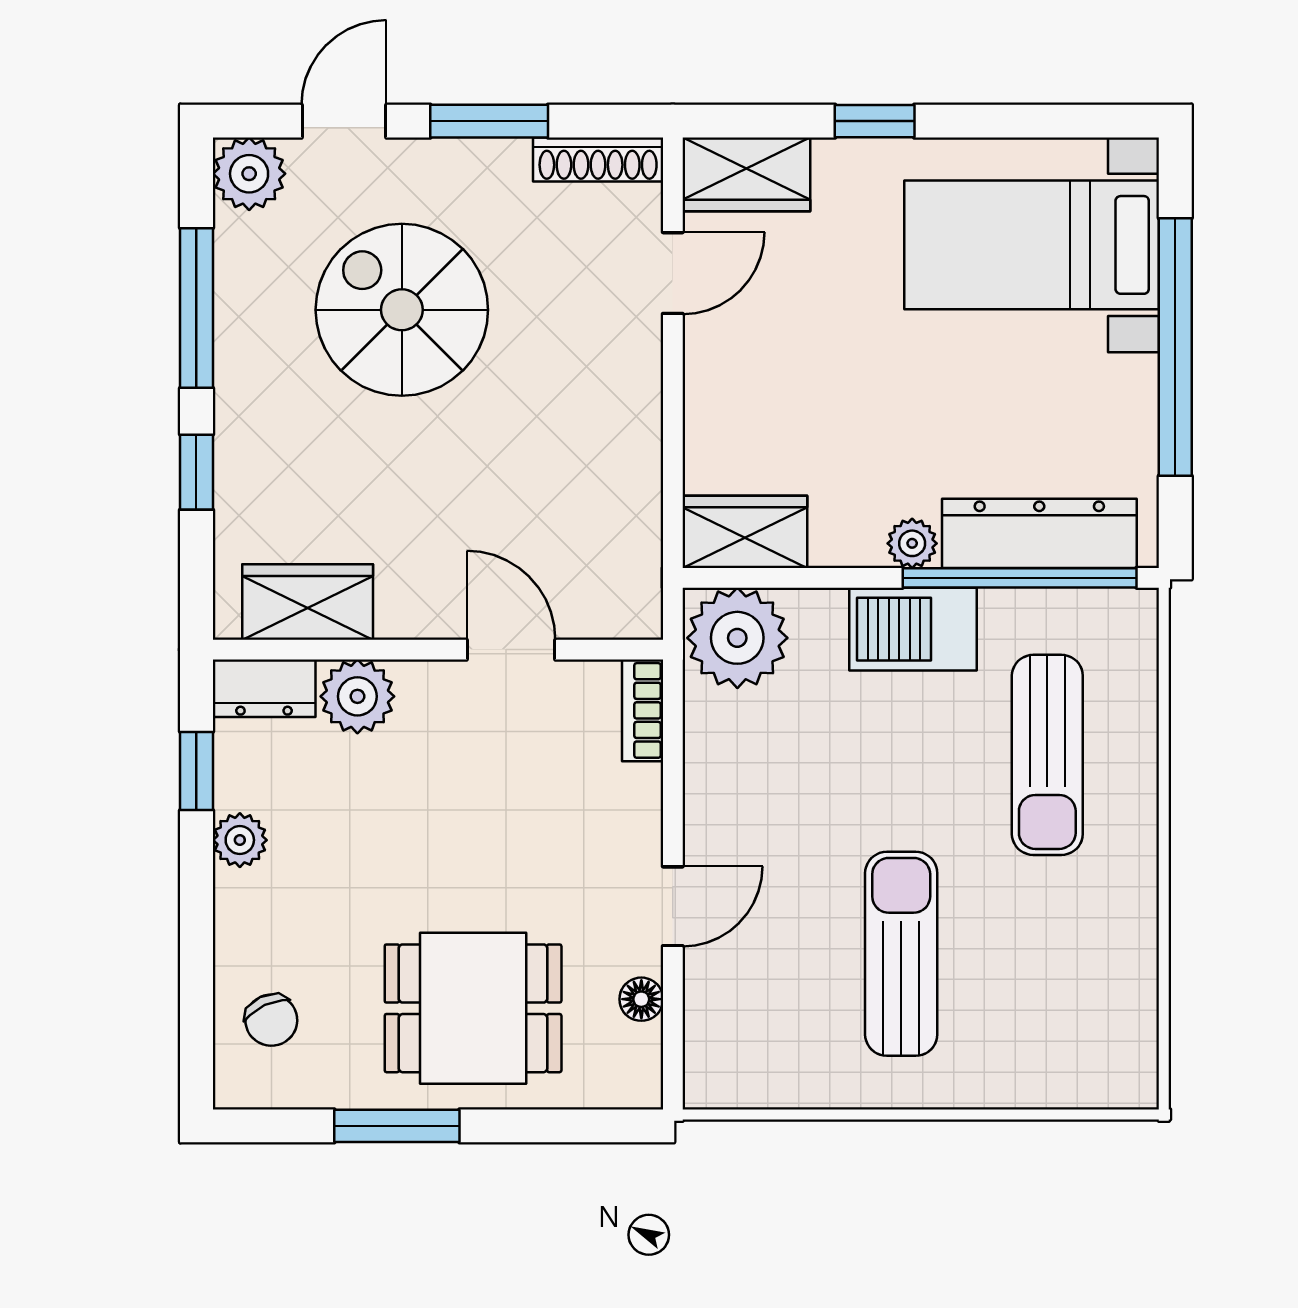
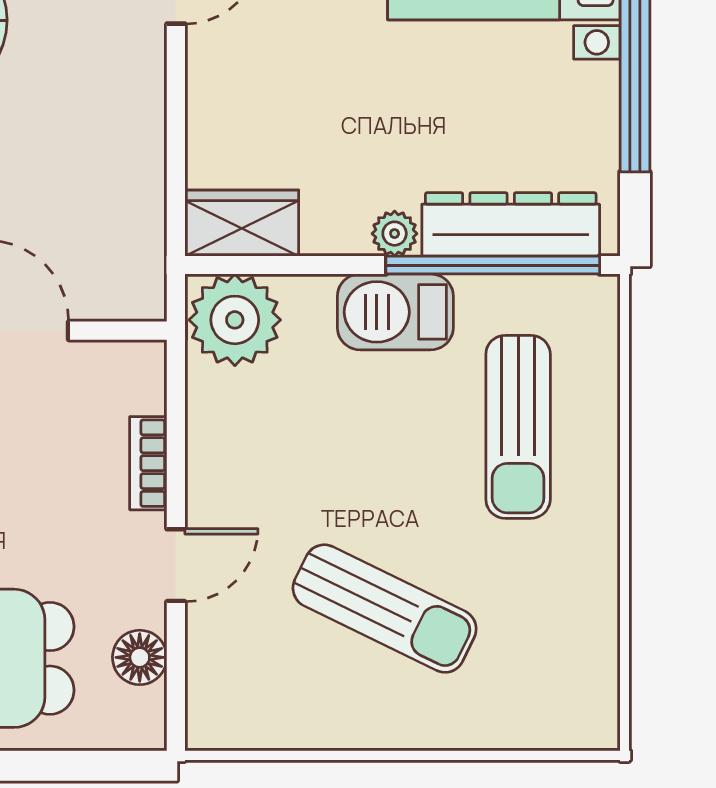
bookcase: (643, 710) -> (148, 463), moved
sun lounger: (901, 954) -> (385, 609), turned 116
floor lamp: (641, 999) -> (140, 657), width x1.37, depth x1.37

